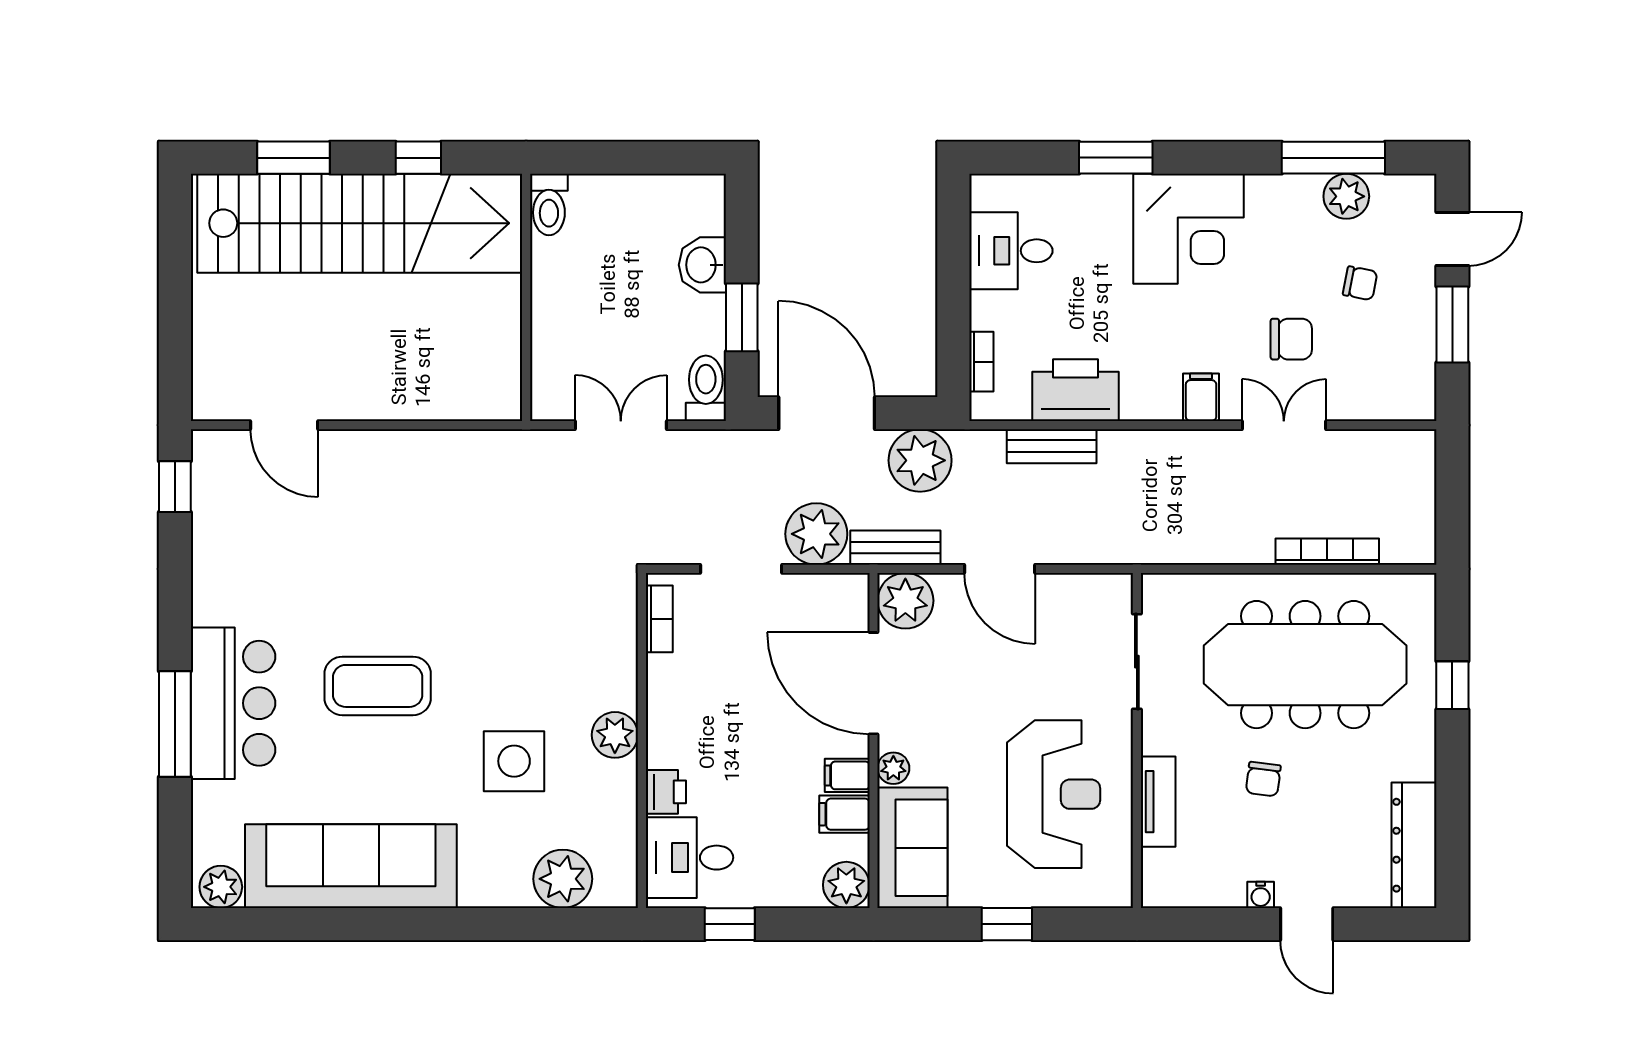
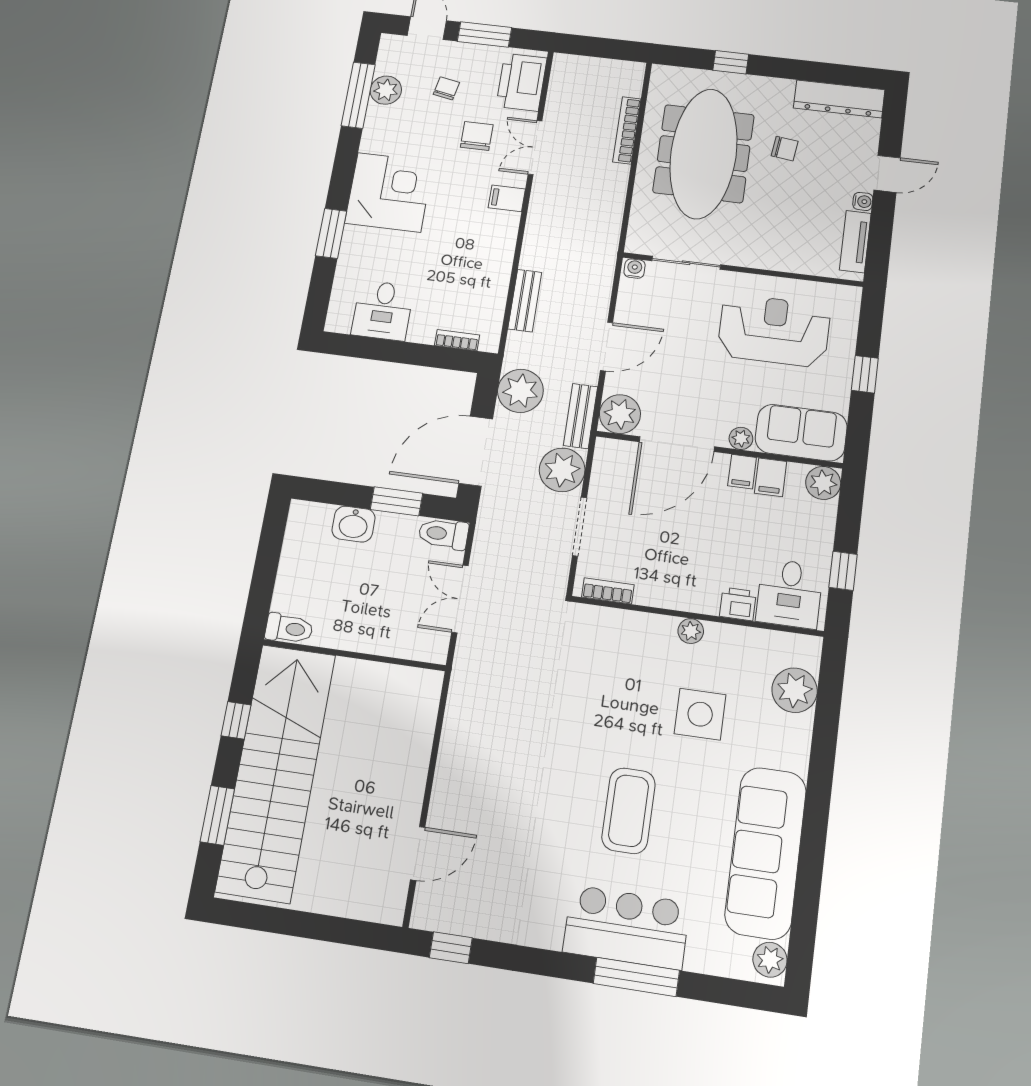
printer: (1075, 390) -> (522, 82), moved
water cooler: (1119, 591) -> (635, 269), added
plant: (615, 735) -> (691, 631), width x0.73, depth x0.73
chair: (1263, 779) -> (785, 149), moved
tv unit: (1158, 802) -> (855, 242), moved, turned -90

